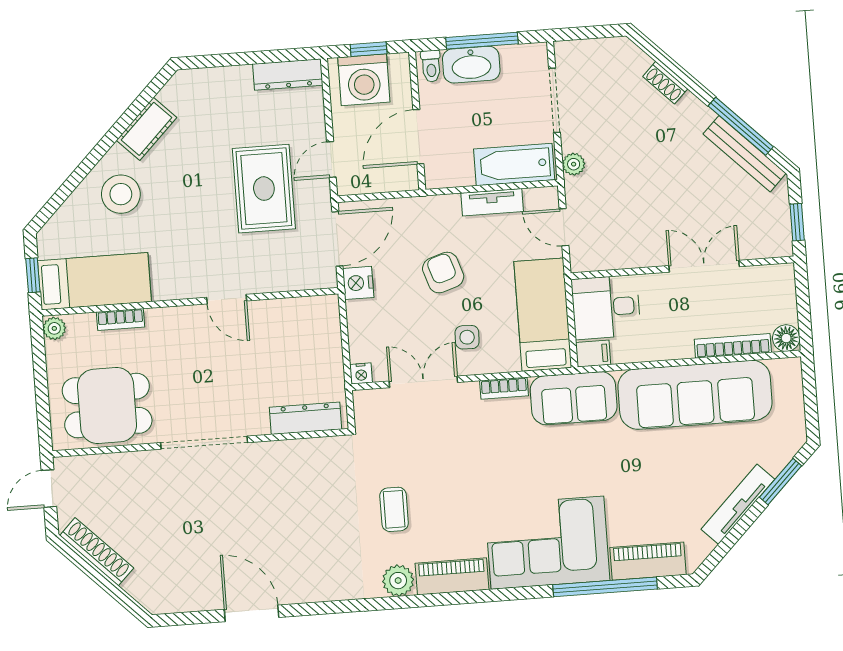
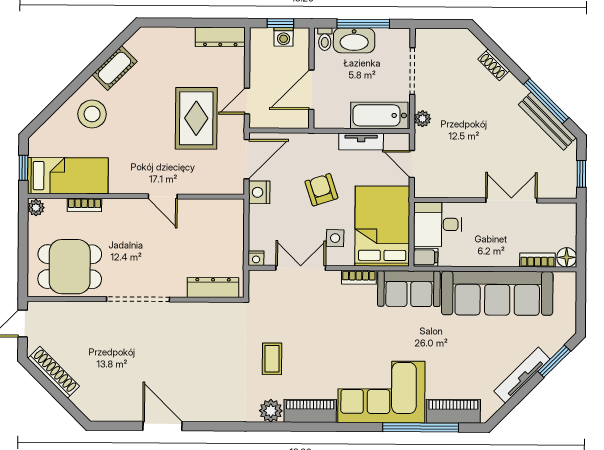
washing machine: (364, 80) -> (284, 37), width x0.53, depth x0.53
bed: (543, 315) -> (382, 226), width x1.50
bookcase: (733, 346) -> (537, 260), width x0.64

